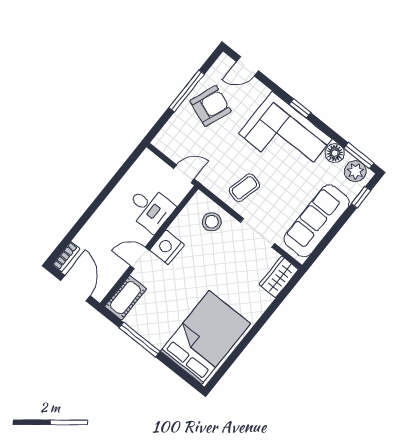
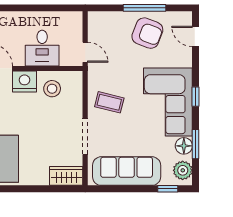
window: (359, 156) -> (196, 144), moved
stool: (212, 222) -> (52, 89), moved

